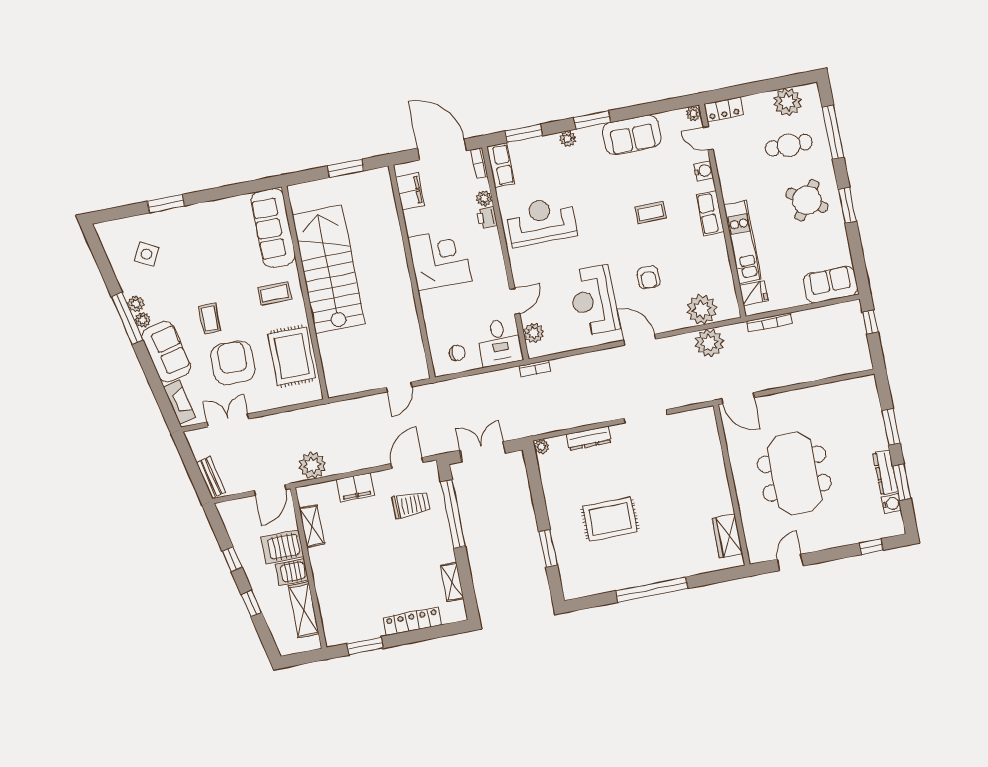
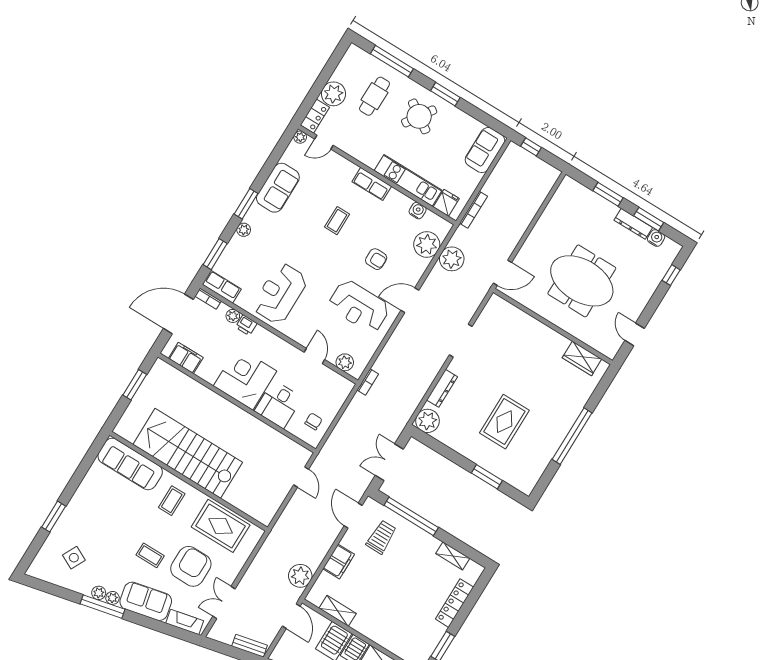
plant: (787, 102) -> (333, 94), moved
water cooler: (704, 171) -> (418, 211), moved
desk: (500, 342) -> (278, 404), moved, turned 90
armchair: (233, 363) -> (191, 566), turned 90
plant: (541, 447) -> (427, 421), width x1.88, depth x1.88

